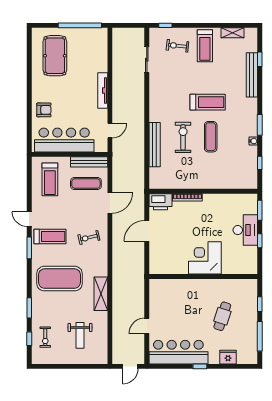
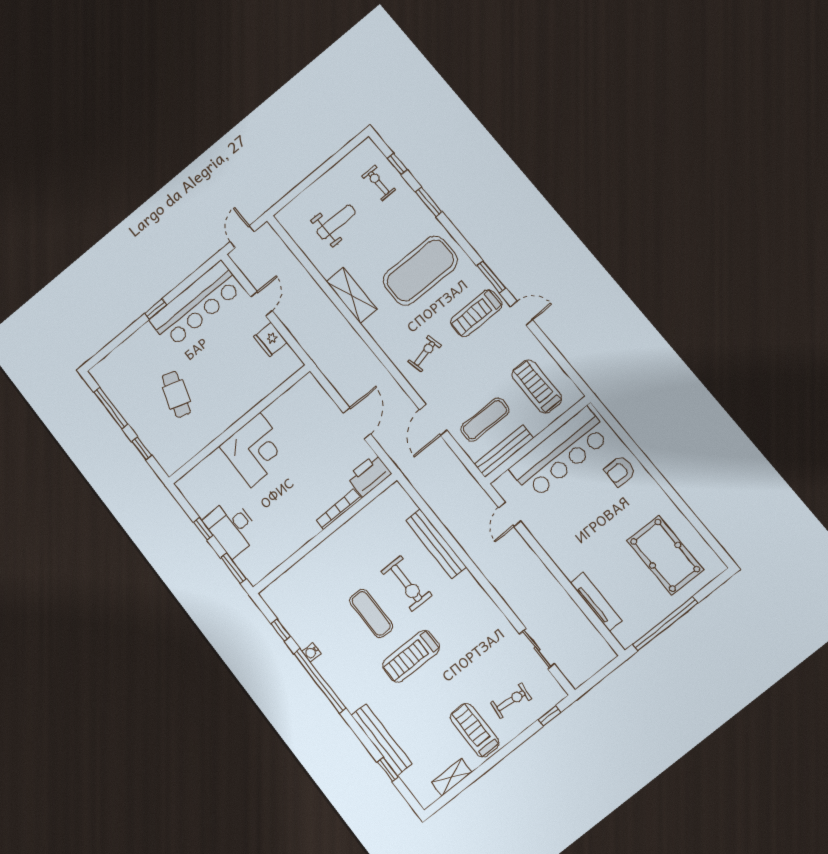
tv unit: (103, 90) -> (596, 602), moved
window: (260, 125) -> (320, 681), width x2.11
weight bench: (80, 335) -> (336, 222), turned 90
fridge: (228, 357) -> (270, 339), moved, turned 90

